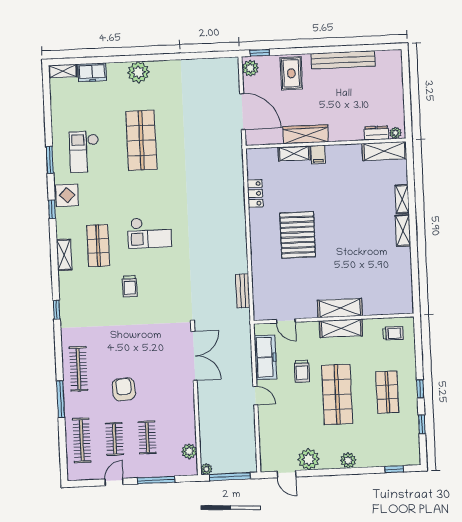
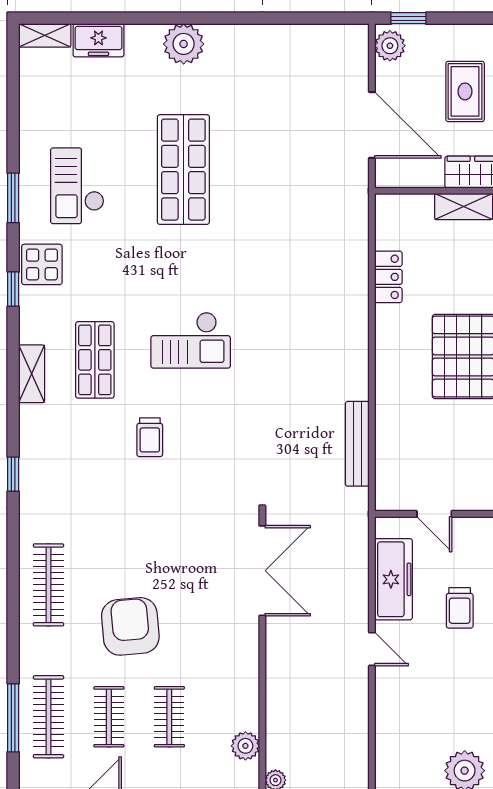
rug: (291, 73) -> (465, 91), moved
bench: (243, 291) -> (357, 444), width x1.36
armchair: (124, 389) -> (130, 626), width x1.36, depth x1.36
window: (61, 399) -> (13, 718), moved

